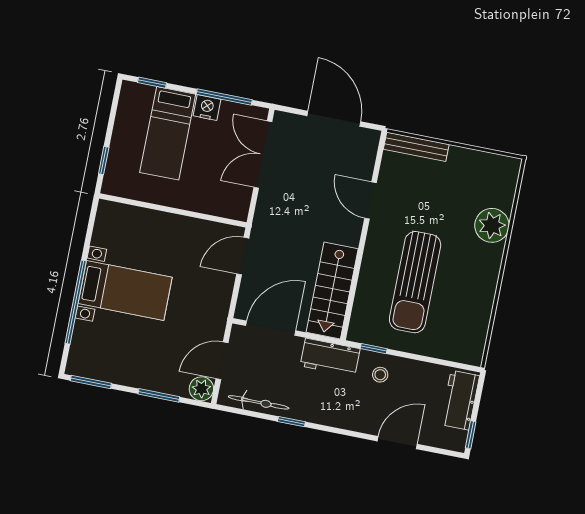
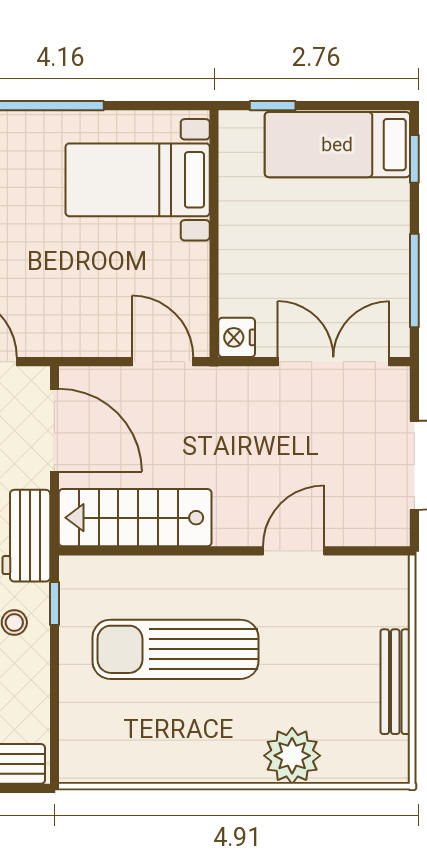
nightstand: (207, 108) -> (237, 337), moved, turned 180
bed: (168, 133) -> (337, 145), moved
bench: (416, 147) -> (395, 682), moved
bed with nightstands: (125, 290) -> (138, 180), moved, turned 90

